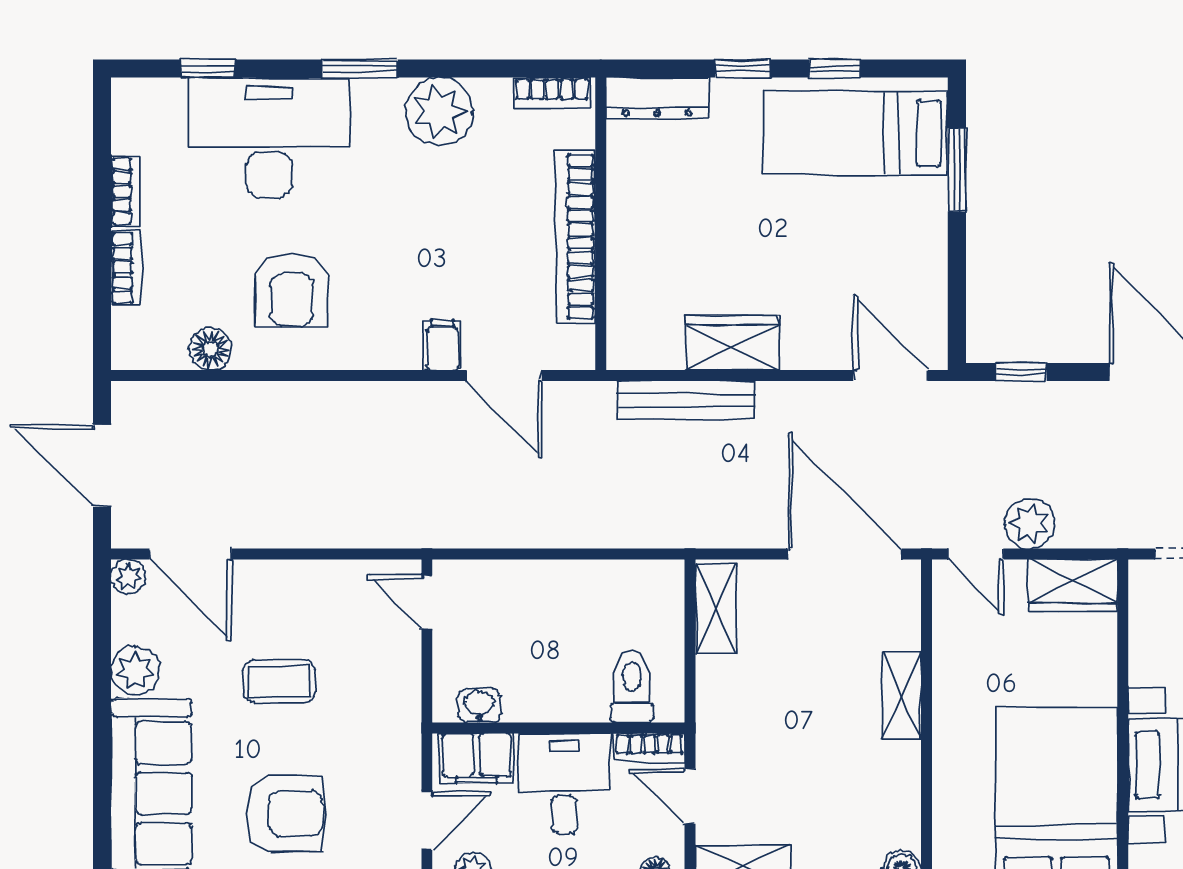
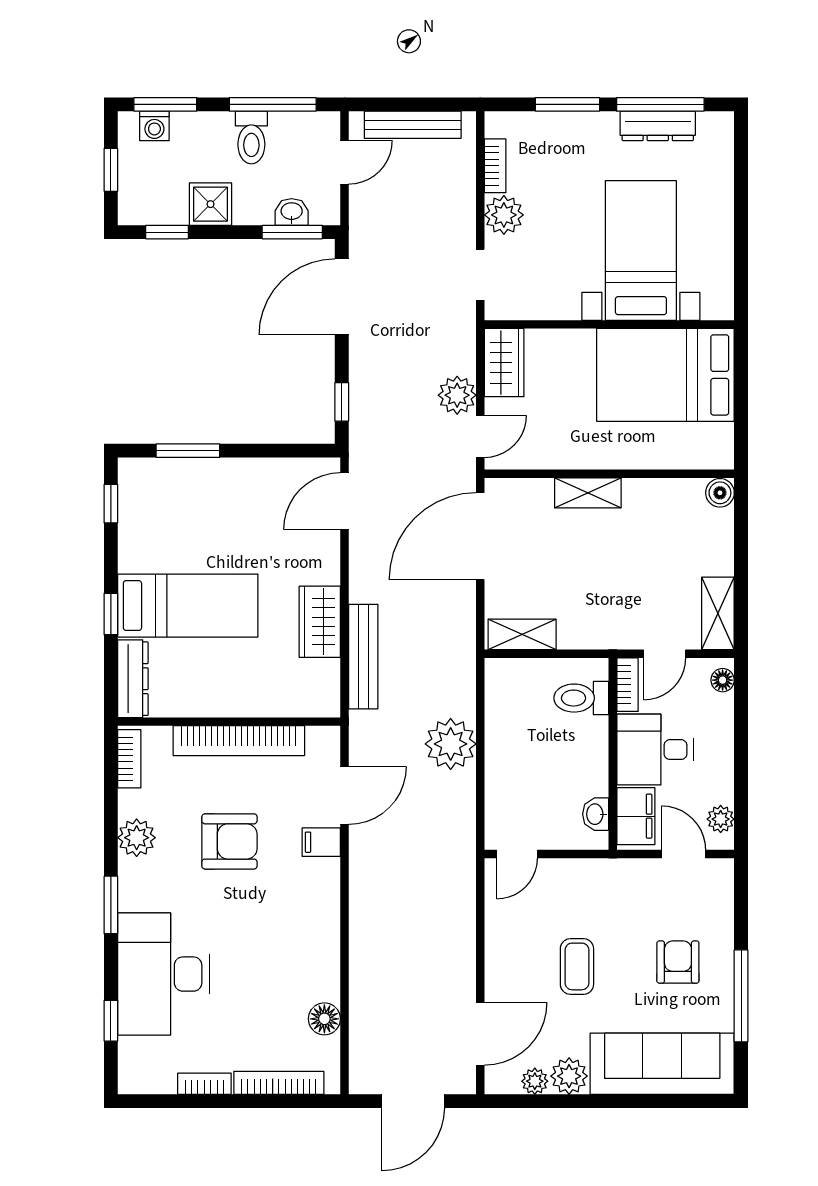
window: (835, 69) -> (111, 504), moved
plant: (439, 111) -> (137, 838), width x0.73, depth x0.73
bed: (856, 133) -> (188, 606), moved, turned -90
bookcase: (126, 268) -> (279, 1083), width x1.56
armchair: (292, 290) -> (229, 841), moved
plant: (572, 515) -> (451, 744), added
plant: (128, 577) -> (535, 1081), moved
armchair: (285, 814) -> (678, 962), width x0.72, depth x0.72

